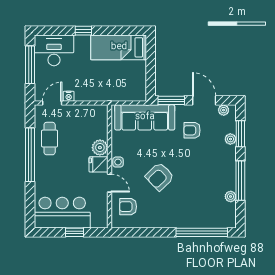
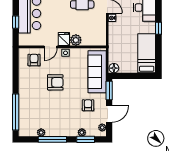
floor lamp: (140, 94) -> (114, 68), added
armchair: (160, 177) -> (55, 82), turned 134

